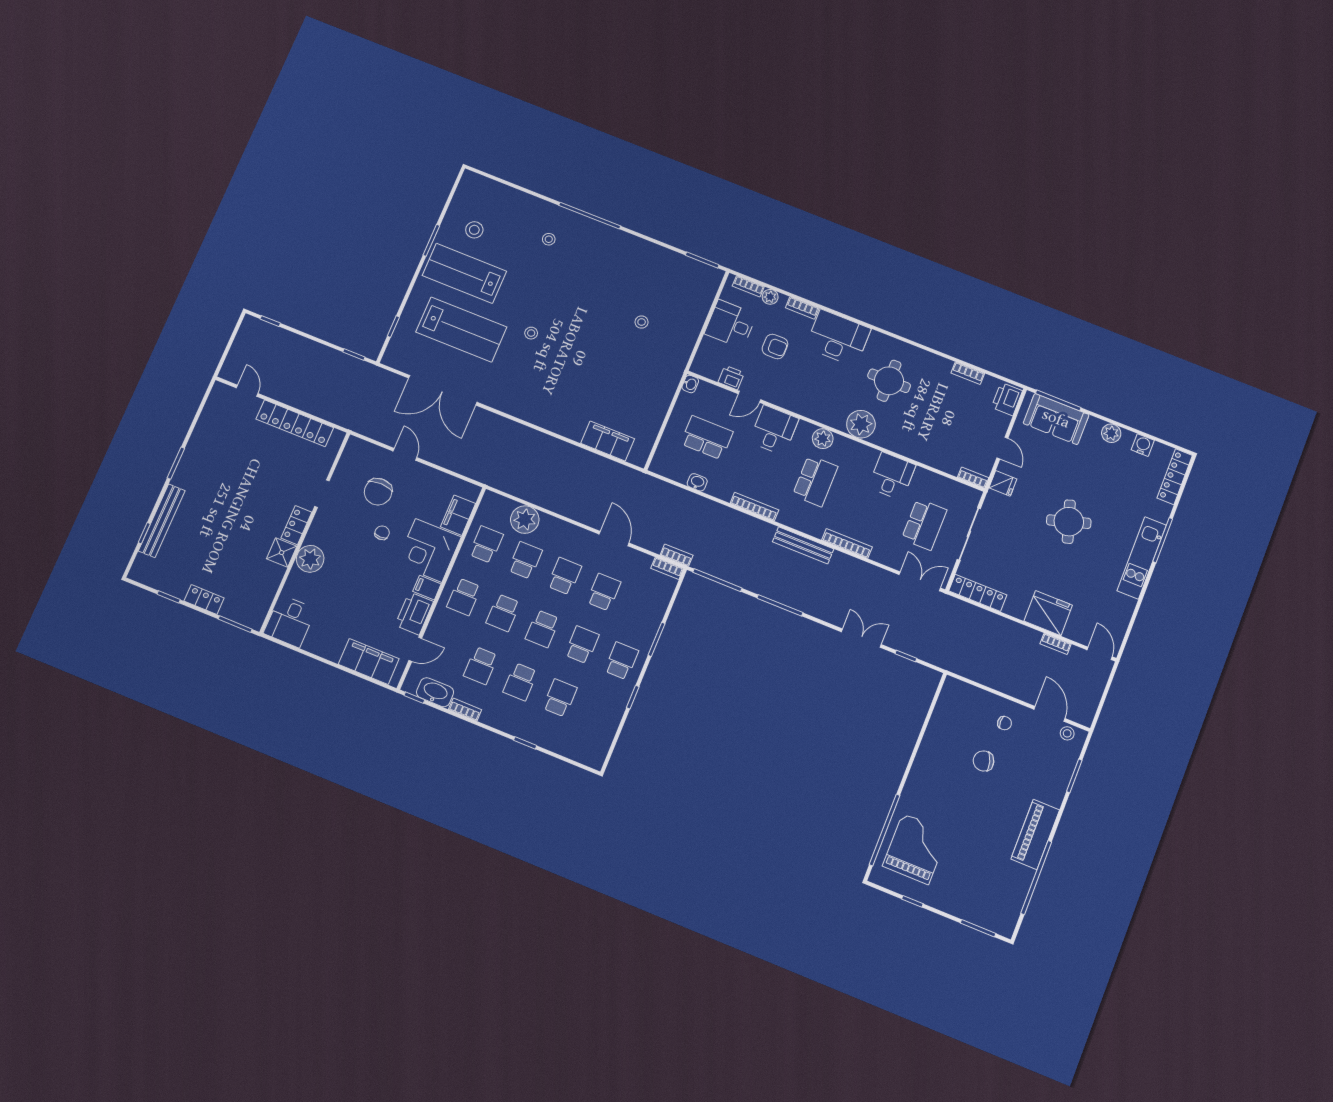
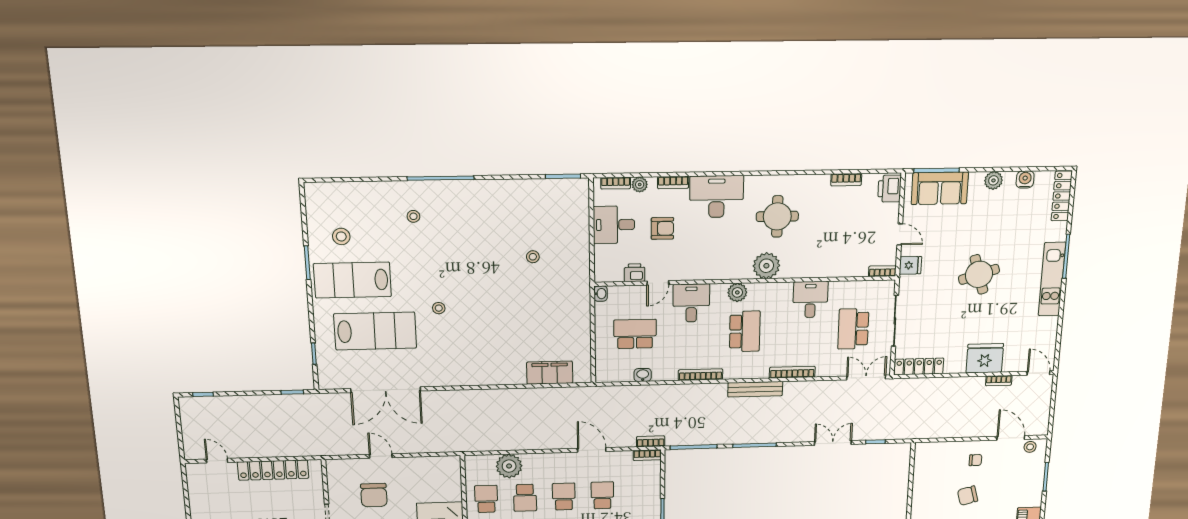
filing cabinet: (458, 515) -> (451, 486), removed
school desk: (924, 524) -> (853, 329), turned 180
school desk: (525, 560) -> (525, 498), turned 180

